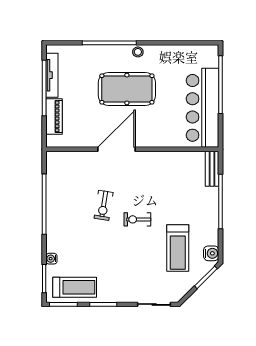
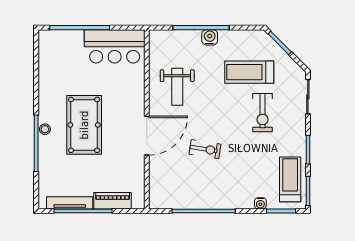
stool: (138, 52) -> (45, 129), moved
bar counter: (203, 108) -> (115, 46), width x0.73
door: (117, 149) -> (147, 136), swing flipped
bench: (212, 169) -> (167, 37), removed
weight bench: (164, 179) -> (177, 87), added
exercise bike: (137, 219) -> (263, 113), moved, width x1.38, depth x1.39
treadmill: (178, 248) -> (249, 72), turned 180
water cooler: (211, 253) -> (210, 37), moved

